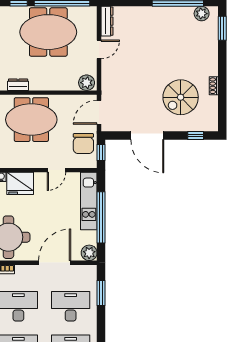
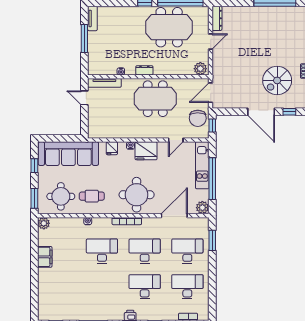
plant: (202, 14) -> (294, 12), removed
door: (147, 135) -> (261, 112), moved

